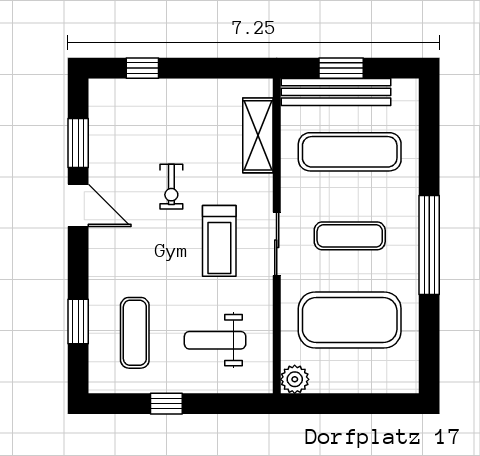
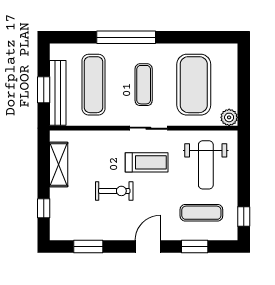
shelving: (258, 135) -> (59, 164), moved, turned 90
exercise bike: (171, 187) -> (114, 191), width x1.38, depth x1.39
door: (78, 205) -> (148, 247), moved
window: (429, 245) -> (126, 37), moved
weight bench: (215, 340) -> (206, 165), width x1.36, depth x1.33
window: (166, 404) -> (244, 216), moved

